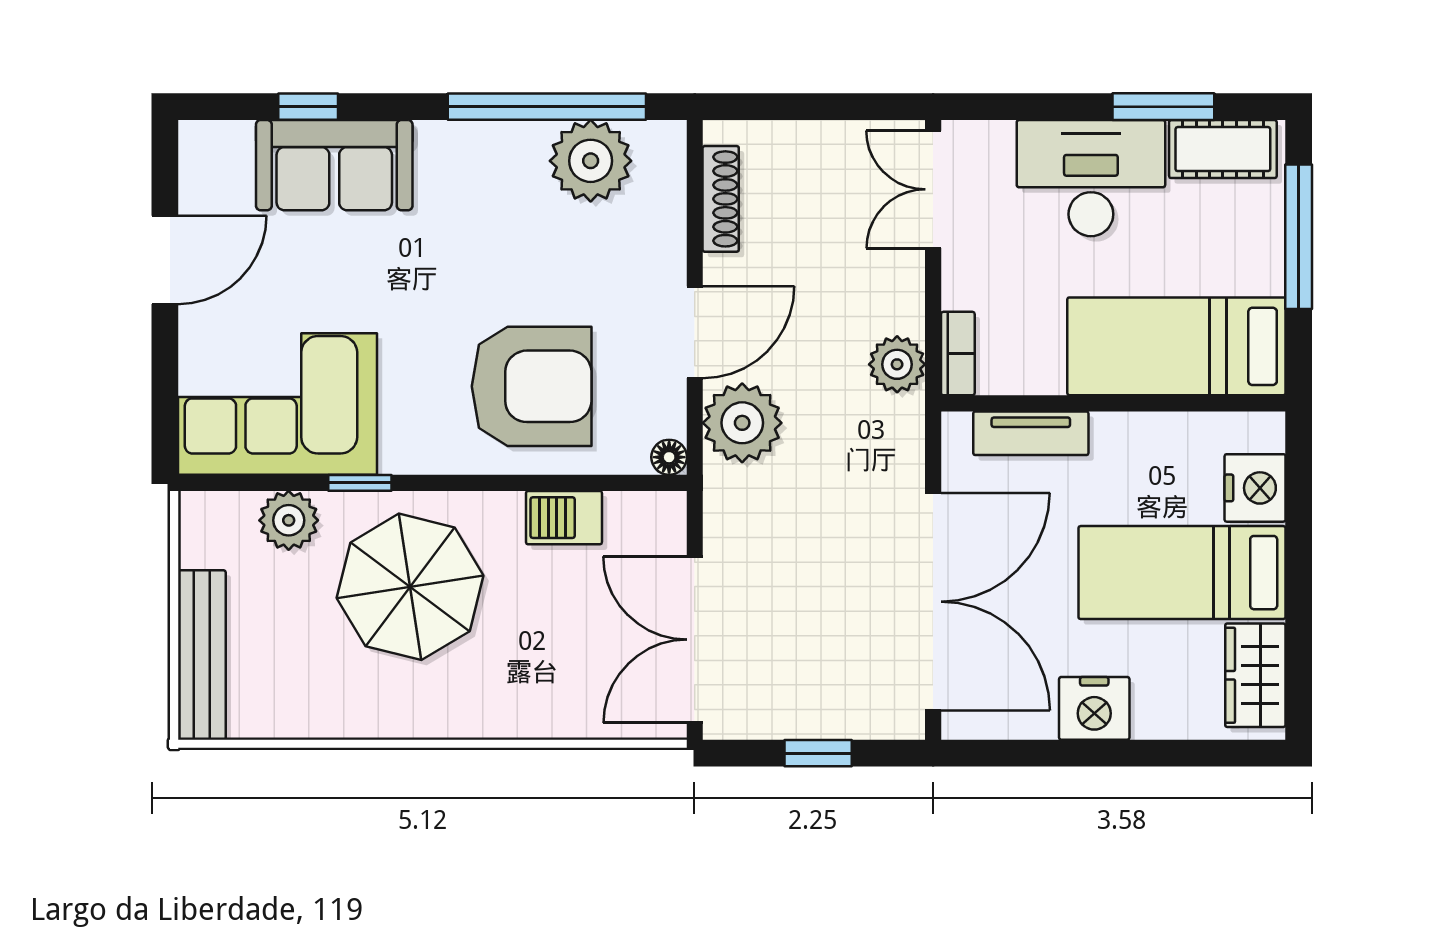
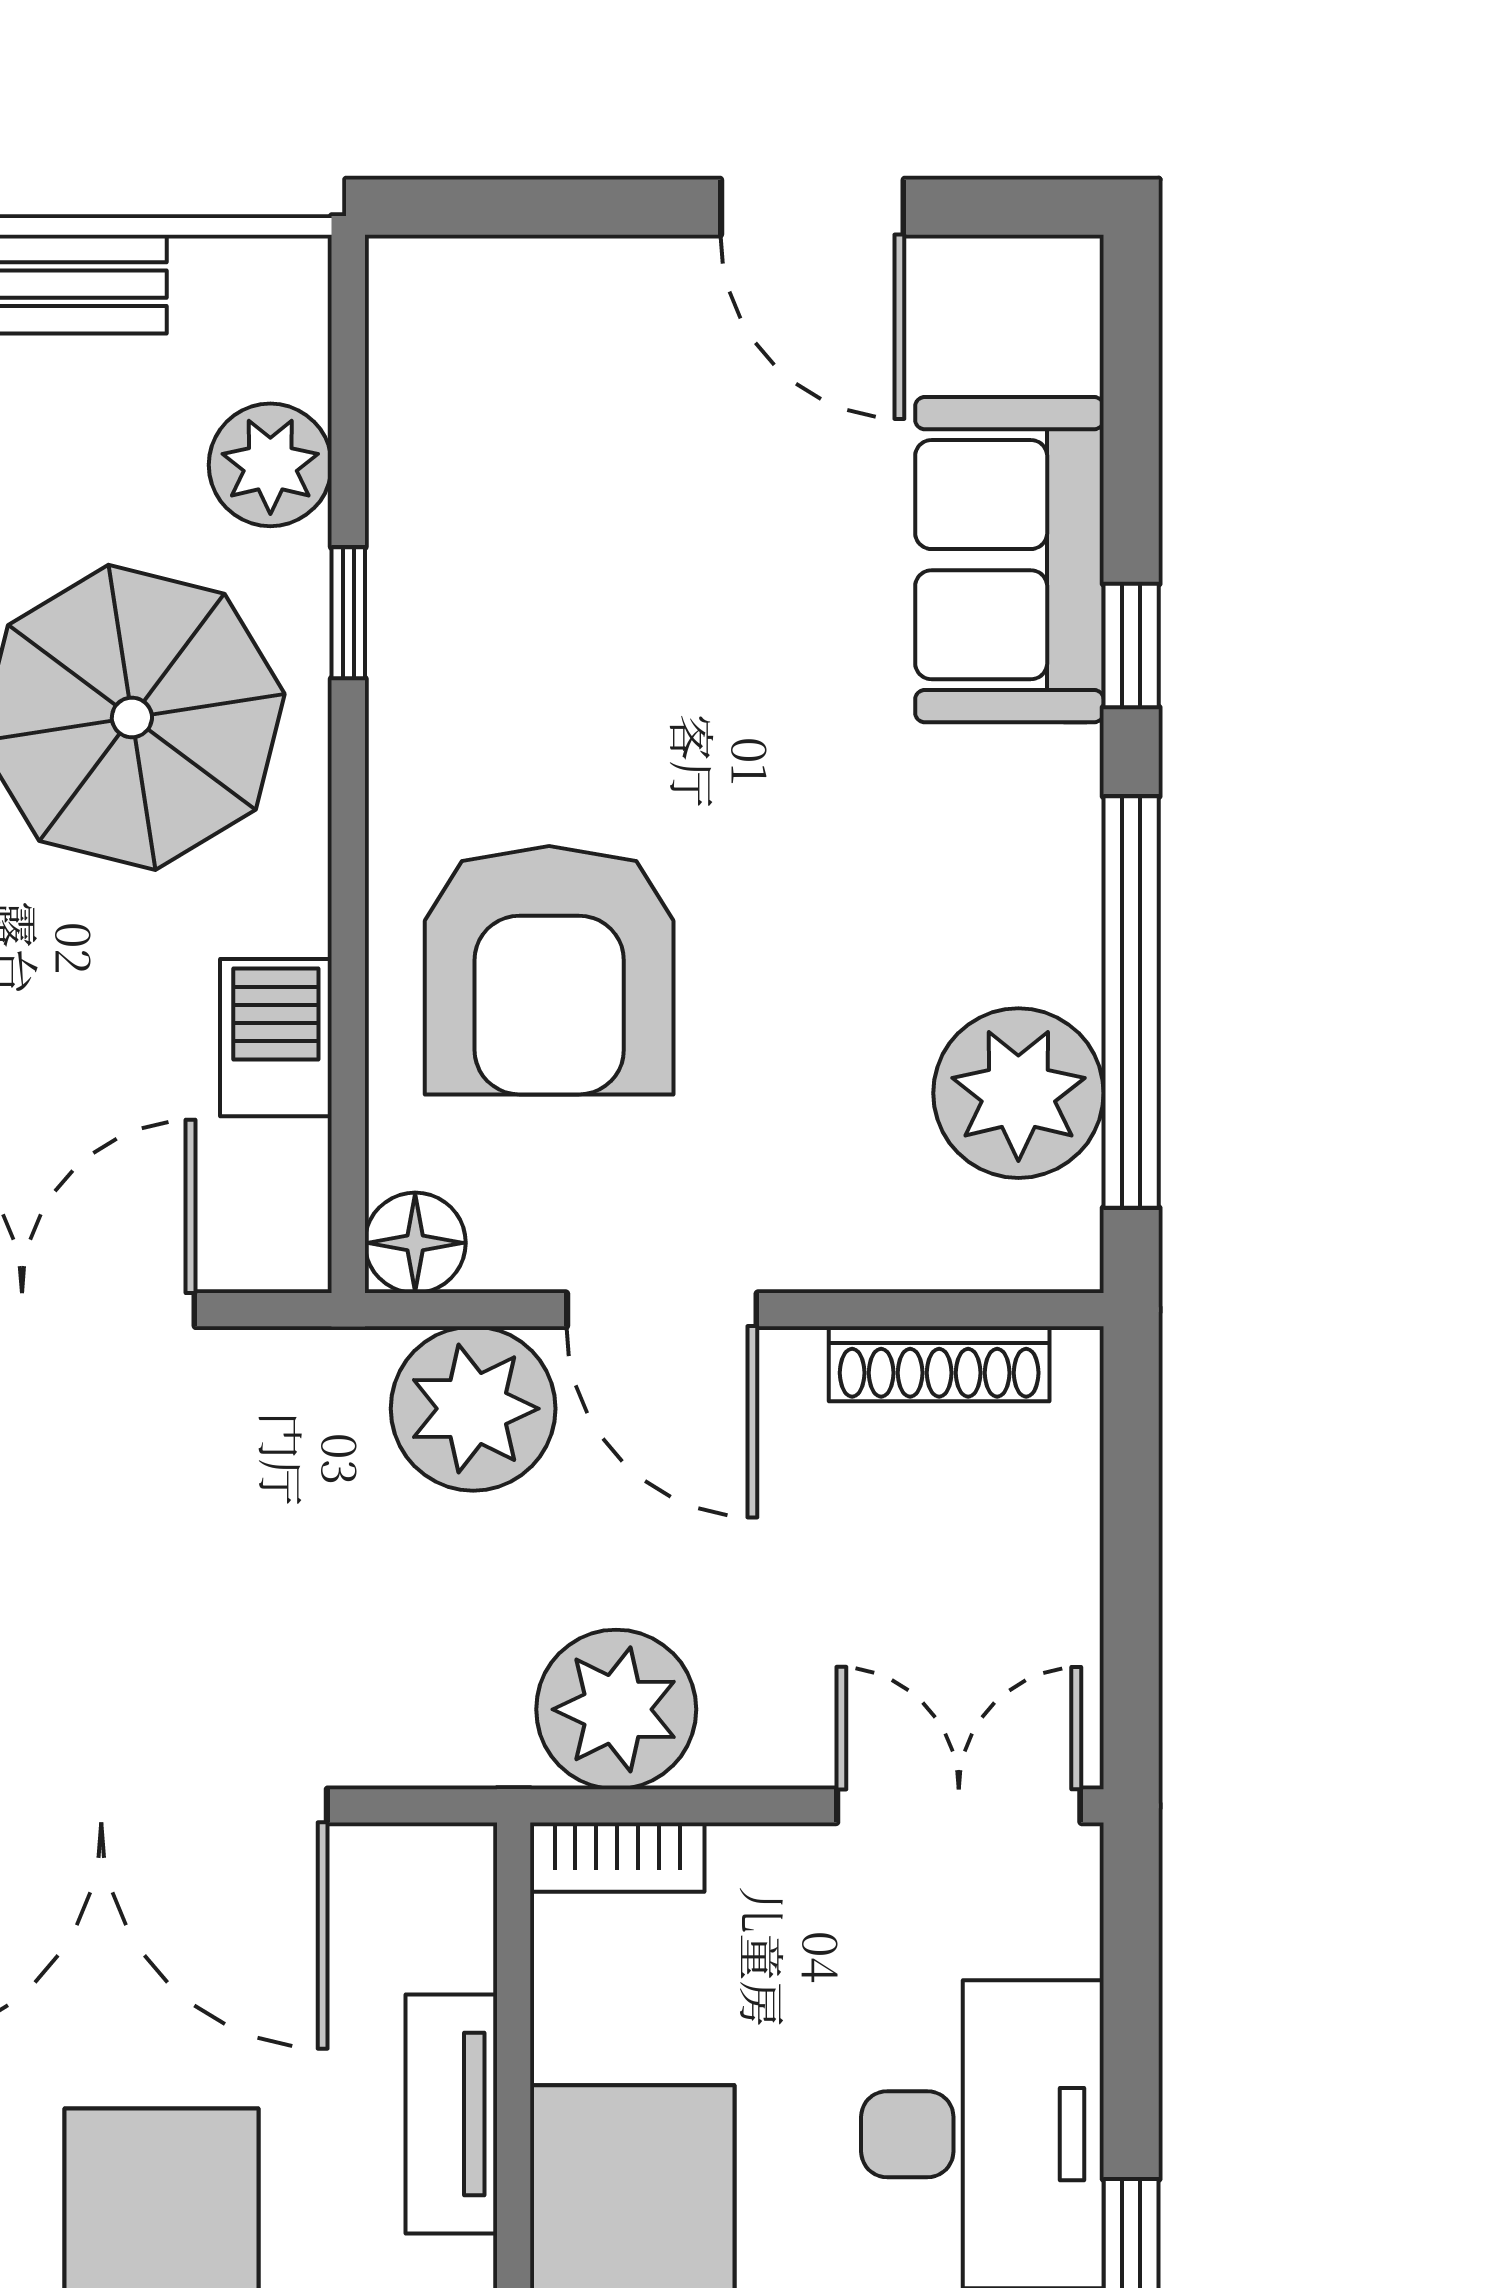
window: (308, 107) -> (1131, 646), moved
plant: (897, 364) -> (616, 1709), width x1.36, depth x1.36
corner sofa: (278, 404) -> (512, 442), removed
tv unit: (1031, 433) -> (451, 2114), moved
floor lamp: (669, 457) -> (415, 1243), width x1.37, depth x1.37

